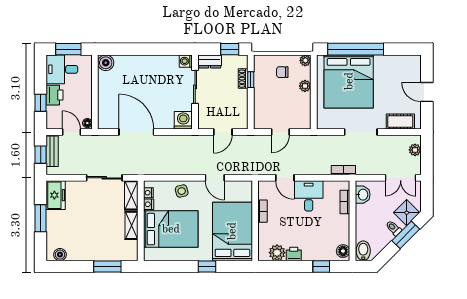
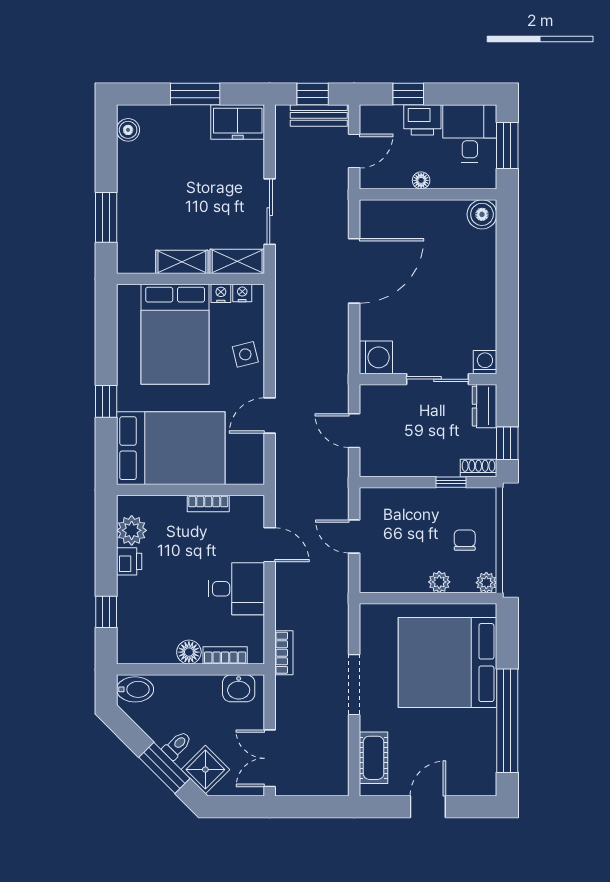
window: (356, 49) -> (507, 721), moved
shoe rack: (243, 79) -> (478, 468), moved
floor lamp: (87, 123) -> (421, 180), moved
plant: (415, 150) -> (321, 785), removed
door: (285, 178) -> (270, 545), swing flipped
floor lamp: (343, 251) -> (189, 652), moved

